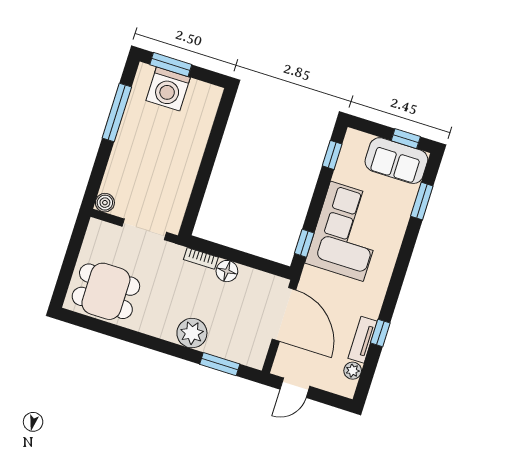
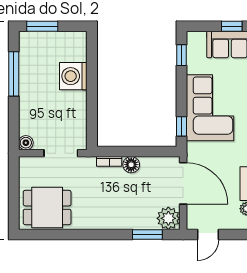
washing machine: (168, 89) -> (73, 76), moved, turned 90
plant: (192, 333) -> (168, 218), moved

